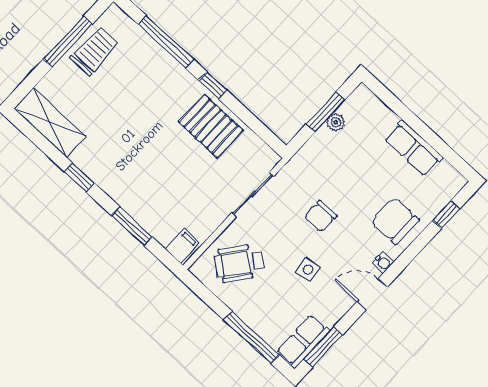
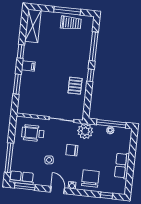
window: (325, 112) -> (111, 124), width x1.44
pallet: (211, 126) -> (75, 86), width x0.67, depth x0.71
plant: (305, 168) -> (85, 131), added
filing cabinet: (182, 246) -> (28, 66), moved
wheelchair: (239, 263) -> (33, 133), turned -38

